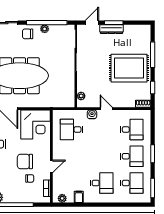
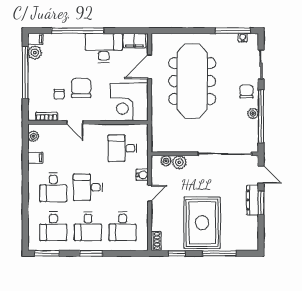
plant: (82, 86) -> (179, 162), added
desk: (71, 129) -> (123, 148), turned -90
desk: (102, 156) -> (88, 187), added

